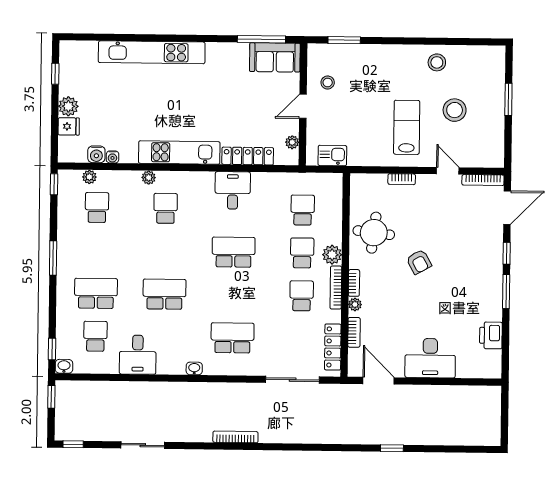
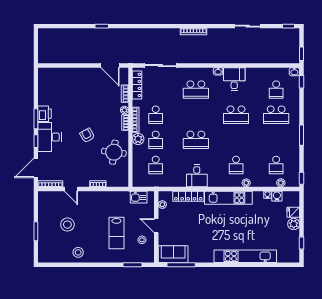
door: (303, 106) -> (156, 226), swing flipped
lab bench: (407, 127) -> (116, 233), moved
printer: (491, 335) -> (45, 114), moved
desk: (138, 355) -> (234, 79), moved
desk: (430, 358) -> (50, 137), moved, turned -90

